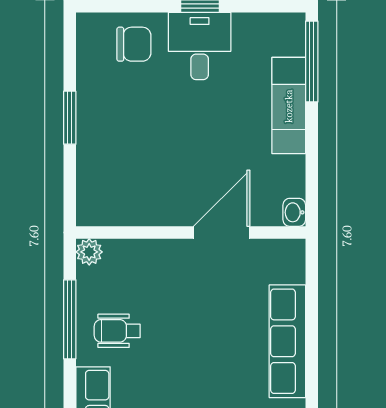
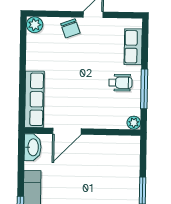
washbasin: (294, 212) -> (33, 147), width x1.91, depth x1.45
row of seats: (287, 341) -> (34, 99), moved

